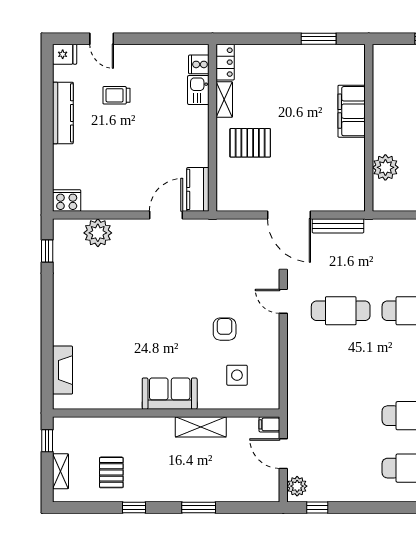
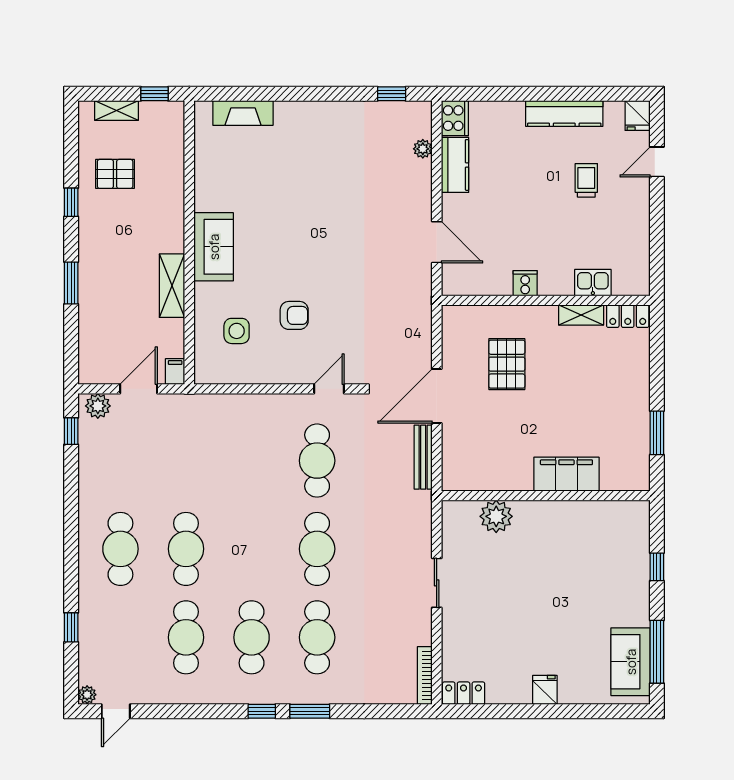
cooker: (199, 64) -> (525, 283), moved
pallet: (250, 143) -> (507, 364), moved
kitchen counter: (198, 189) -> (455, 165), moved, turned 90
plant: (98, 233) -> (423, 149), width x0.53, depth x0.53

